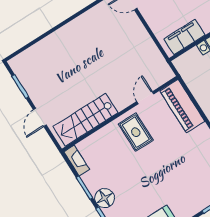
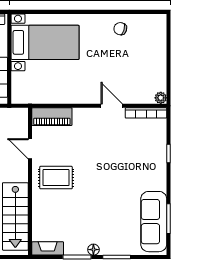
piano: (182, 106) -> (52, 117), width x0.73, depth x0.75
floor lamp: (105, 198) -> (93, 250), width x0.53, depth x0.53

